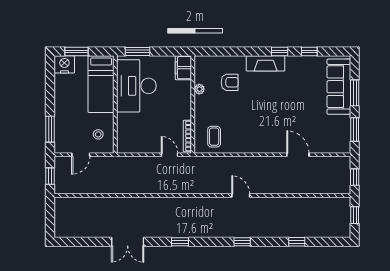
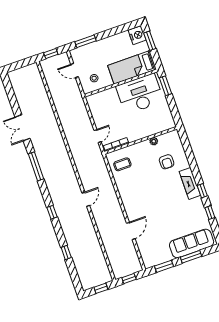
filing cabinet: (183, 68) -> (165, 124), removed
window: (180, 242) -> (36, 166), width x2.17

